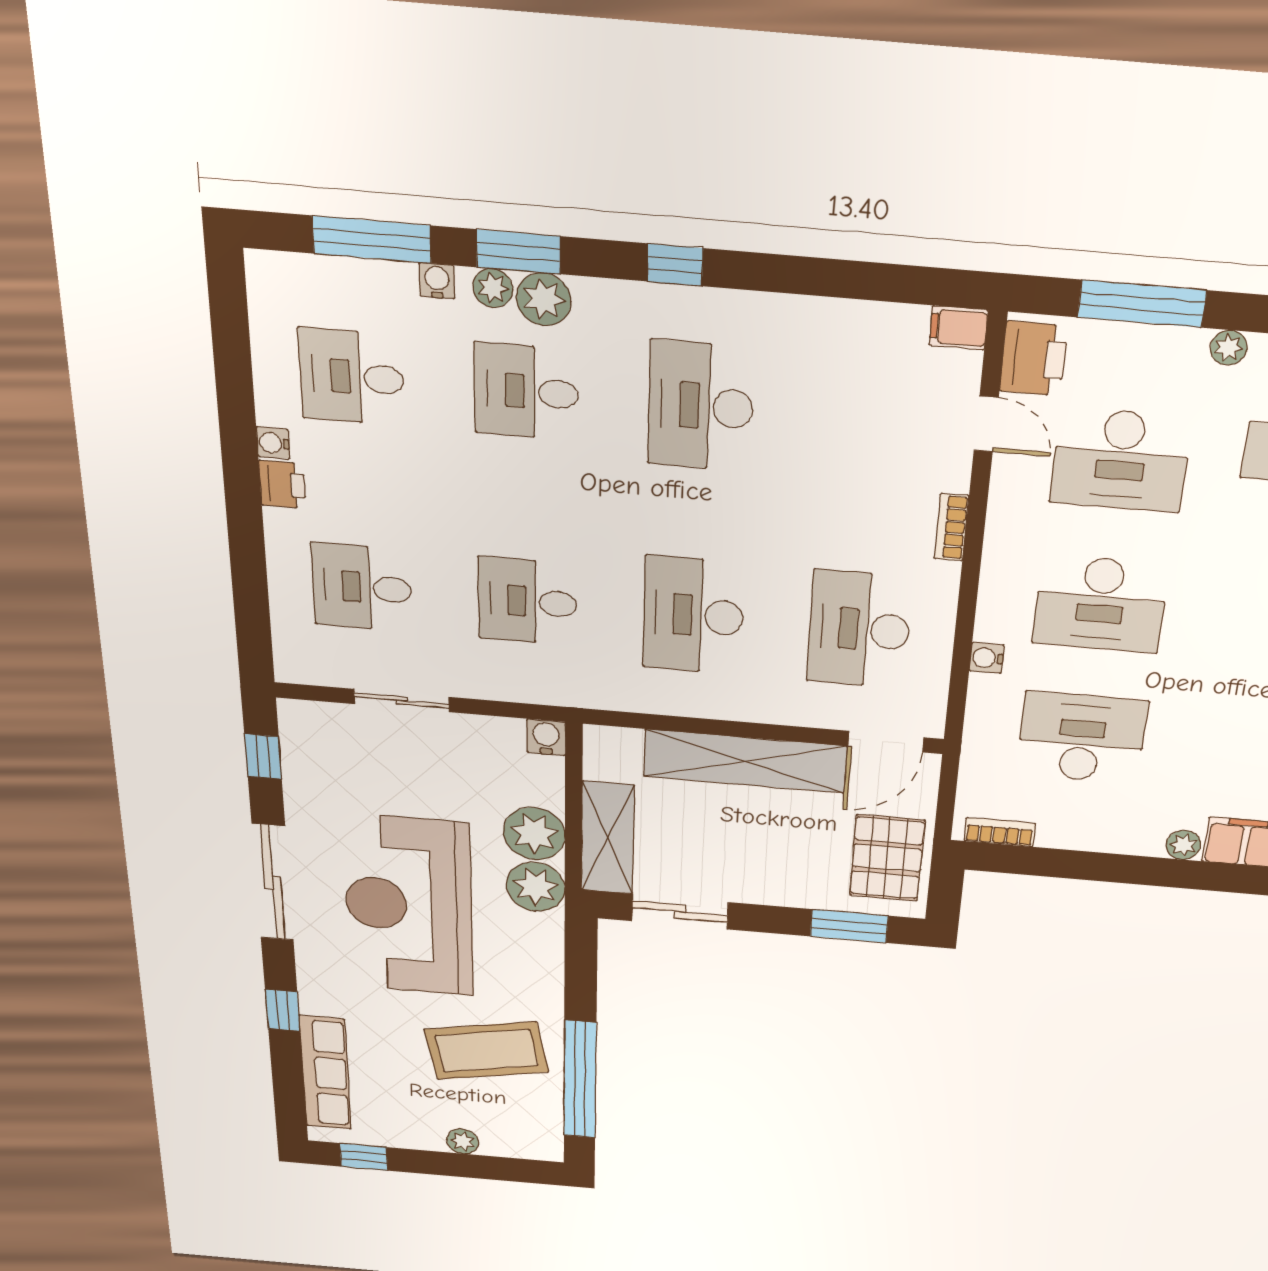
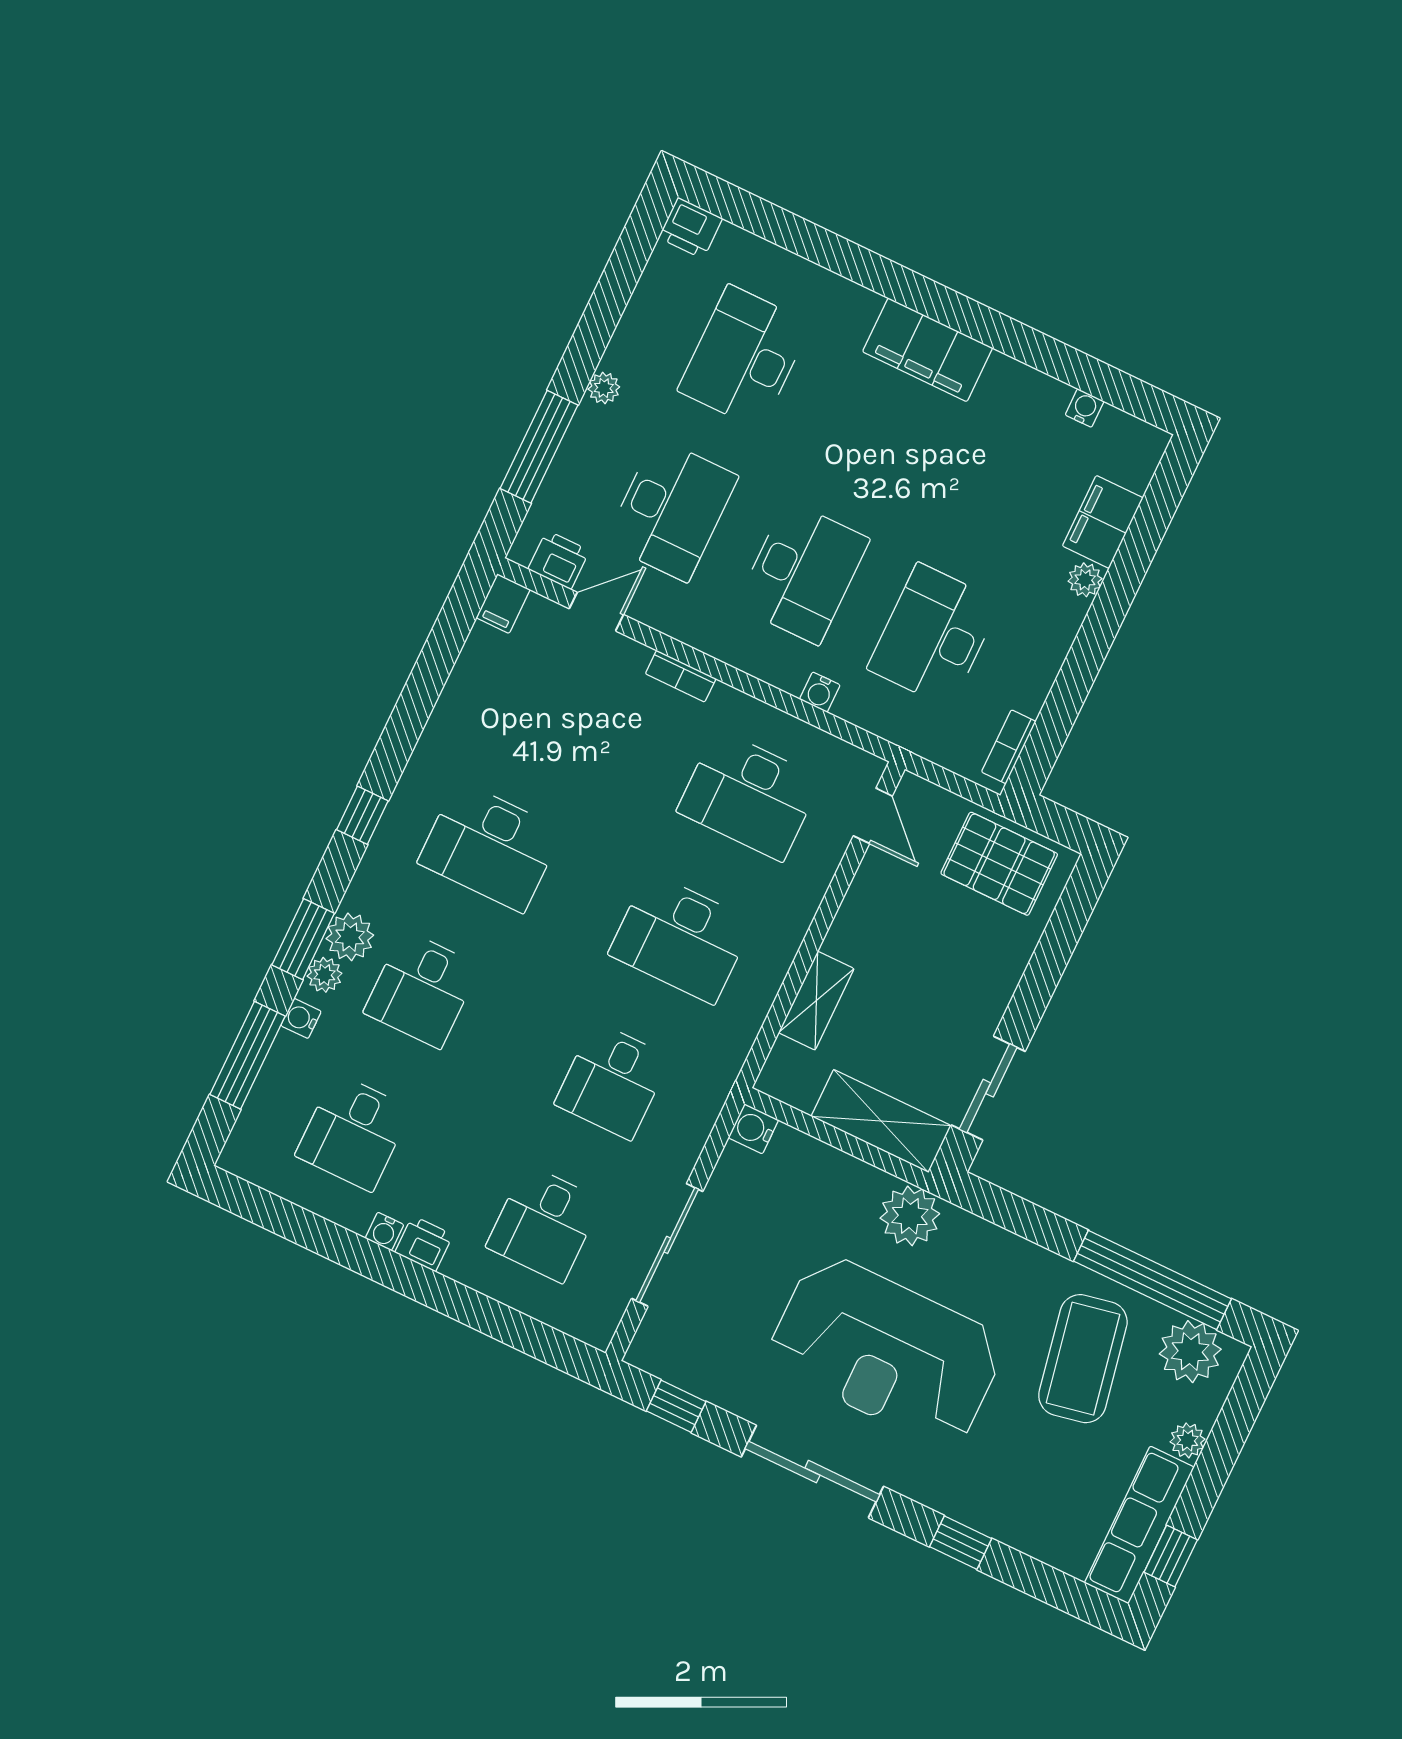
printer: (1034, 358) -> (559, 560), width x0.73, depth x0.81
sliding door: (402, 701) -> (667, 1245), width x1.37
door: (886, 742) -> (873, 816), width x0.73
shelving: (745, 761) -> (816, 1001), width x0.45, depth x0.75
plant: (534, 834) -> (1190, 1352), moved
window: (849, 926) -> (1064, 931), removed
row of seats: (325, 1073) -> (1139, 1525), moved, turned -90

